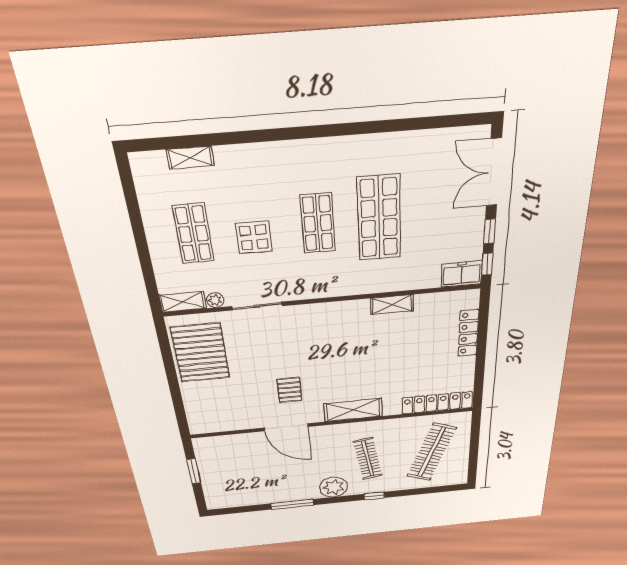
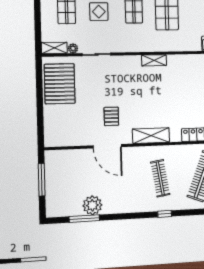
shelving: (392, 305) -> (154, 60), moved
window: (194, 471) -> (42, 180), width x1.44
plant: (334, 487) -> (92, 205), moved
window: (292, 504) -> (84, 219), moved

